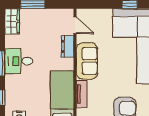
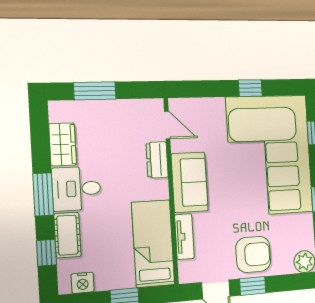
wardrobe: (12, 21) -> (63, 144), moved
cot: (12, 88) -> (67, 235), added

